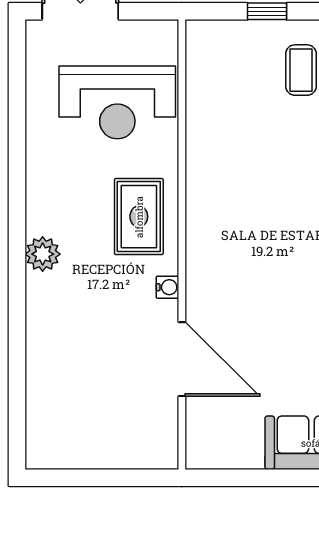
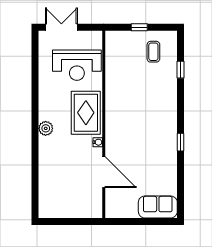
rug: (139, 217) -> (86, 113), width x1.36, depth x1.43

